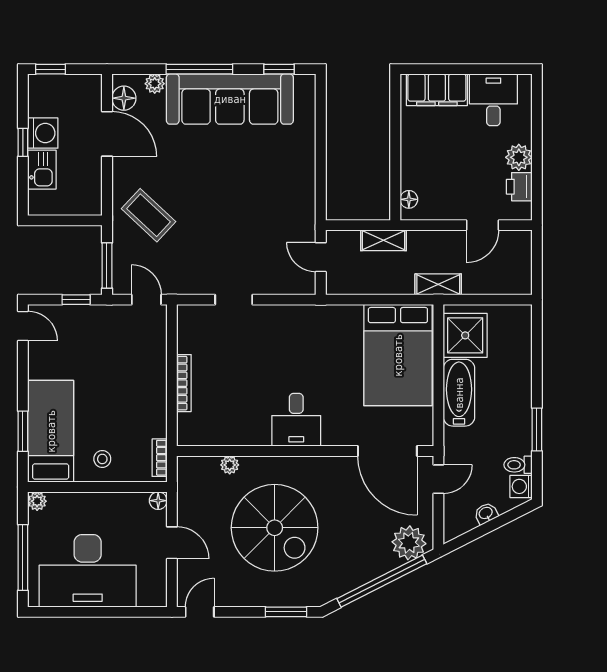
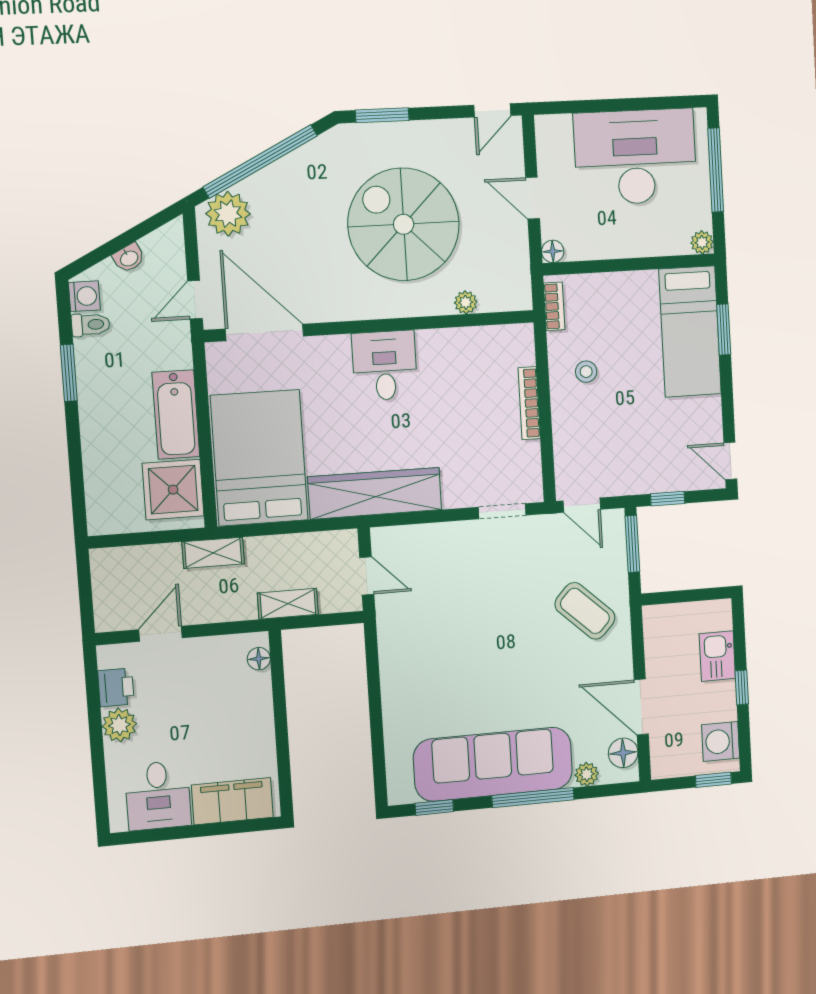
washing machine: (43, 133) -> (721, 741), moved
doorway: (234, 300) -> (502, 511), moved
wardrobe: (310, 321) -> (375, 493), added
stool: (102, 459) -> (586, 372), moved

